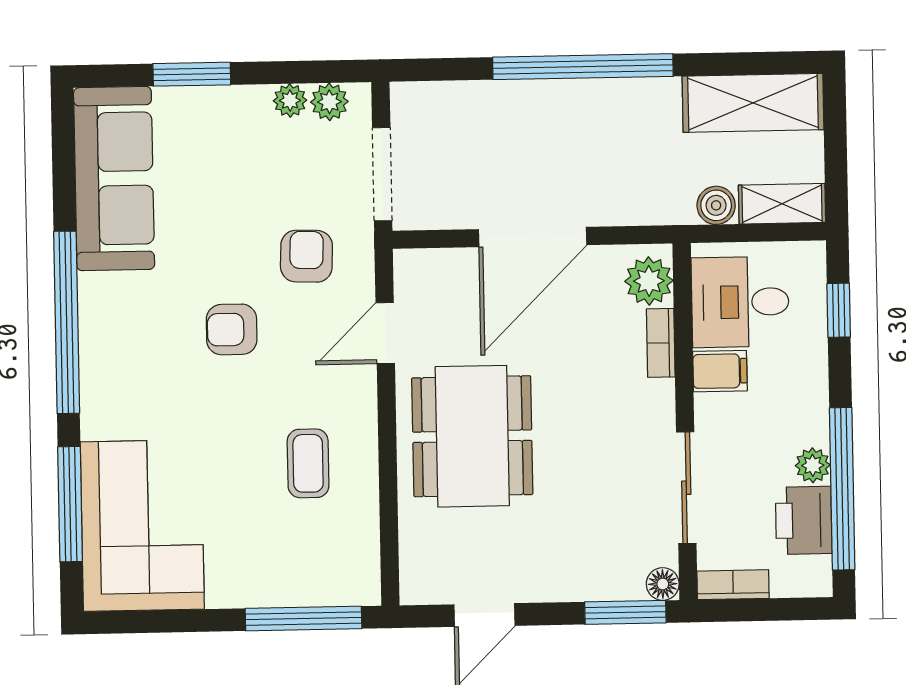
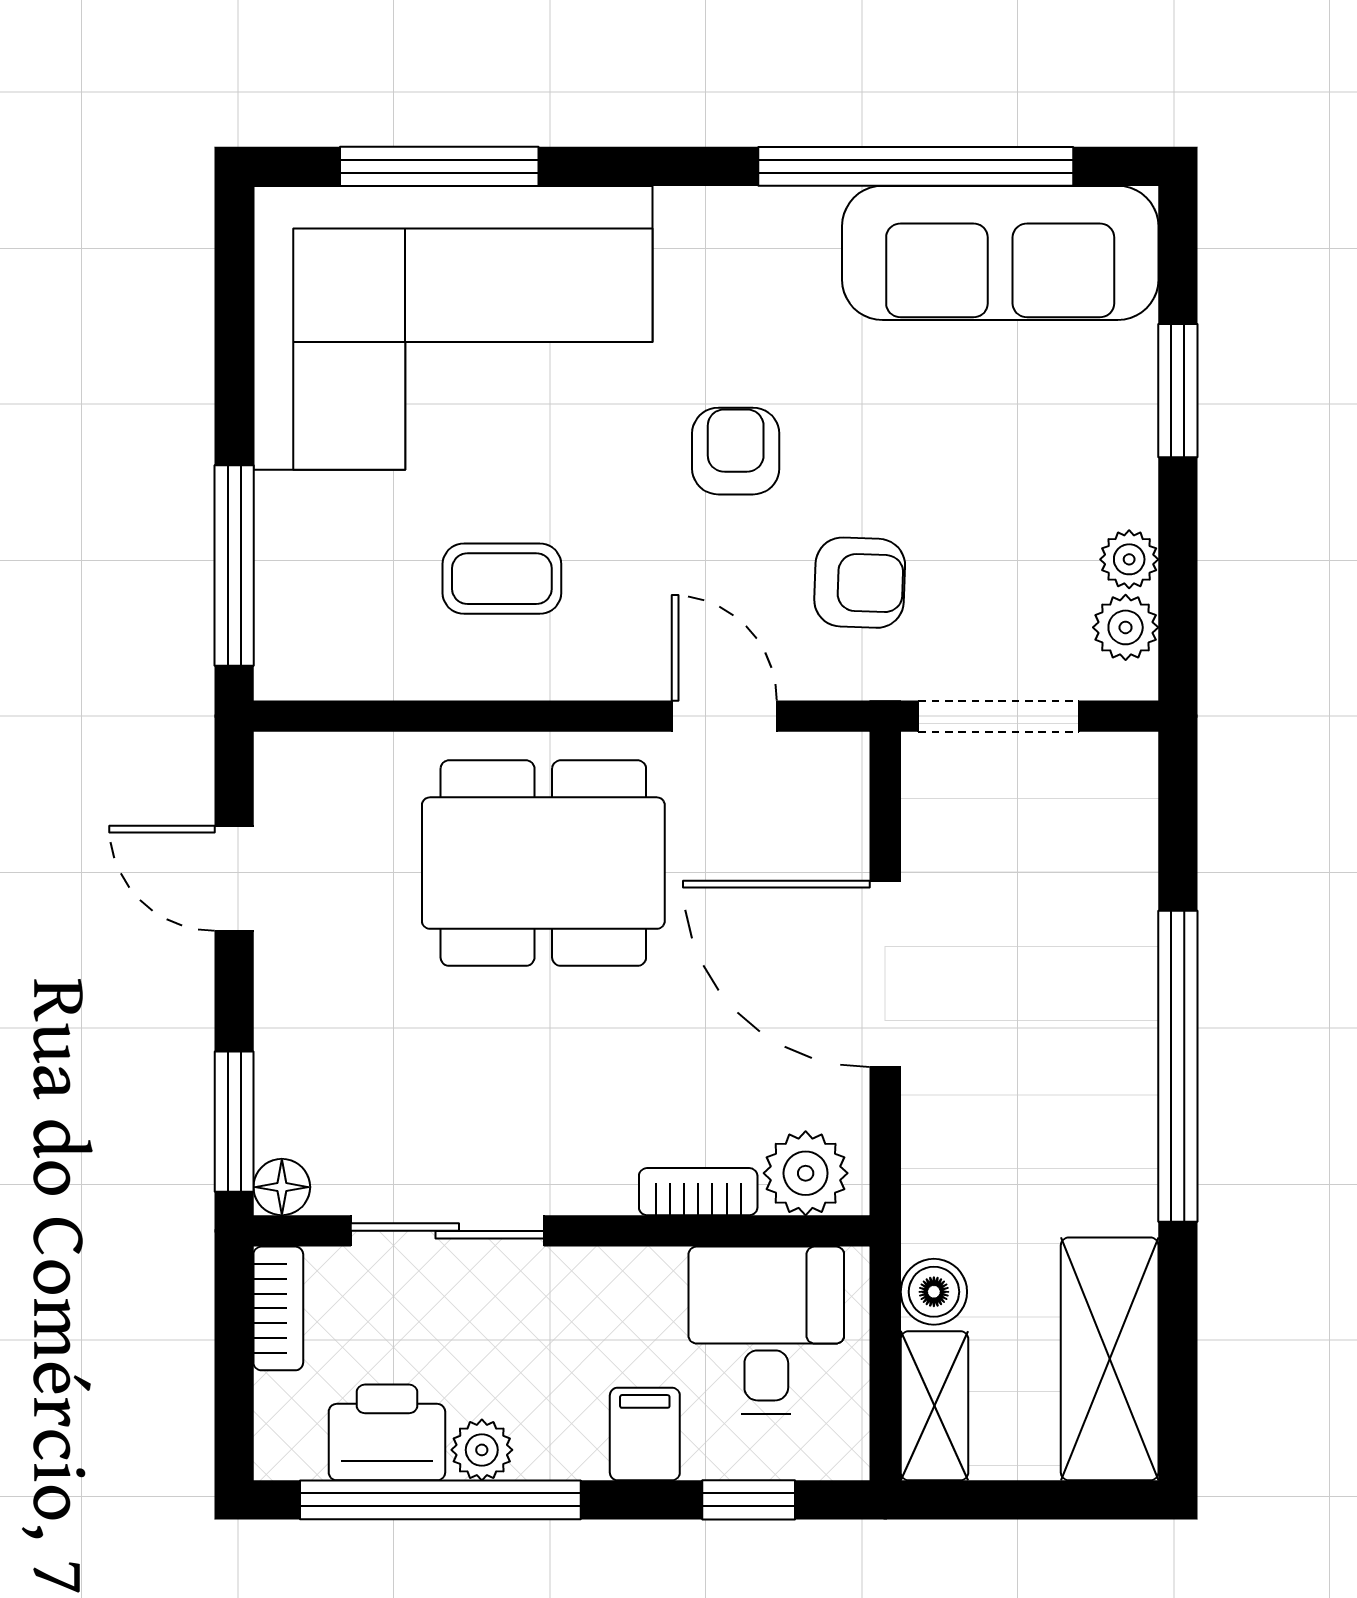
window: (67, 322) -> (916, 166), moved
filing cabinet: (720, 371) -> (645, 1434), moved, turned 180
corner sofa: (142, 526) -> (453, 328), width x1.36, depth x1.36

